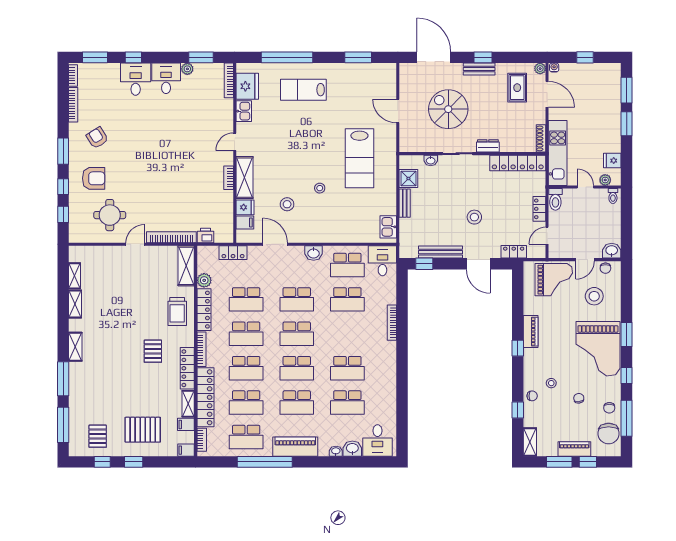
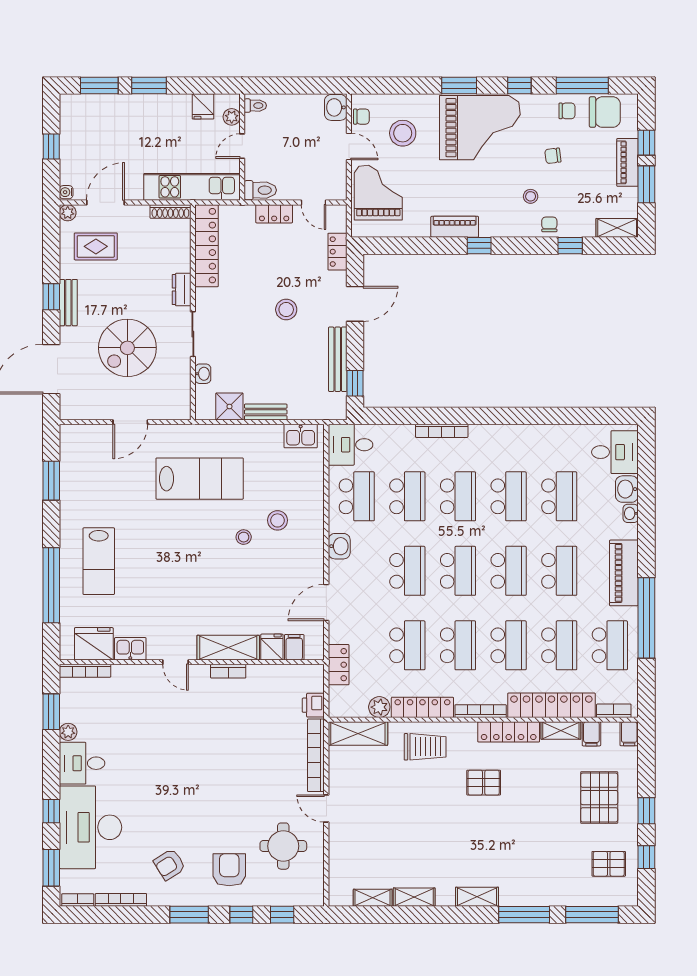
desk: (136, 79) -> (90, 827), width x1.87, depth x1.30
stool: (287, 204) -> (277, 520), moved
school desk: (347, 334) -> (458, 496), added

